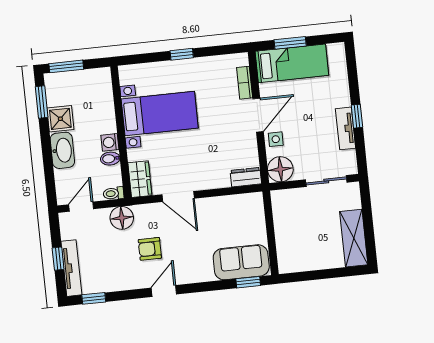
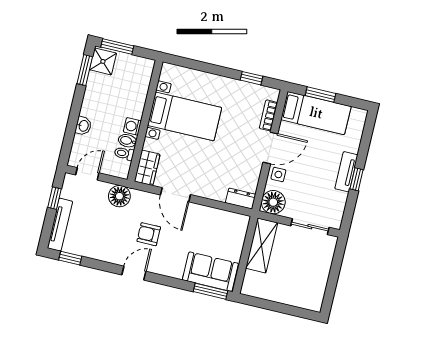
window: (182, 54) -> (252, 78), moved
shower: (60, 119) -> (103, 61), moved
tv unit: (345, 128) -> (346, 172), moved
washbasin: (62, 150) -> (83, 126), width x0.52, depth x0.69
toilet: (113, 193) -> (124, 153), moved
shelving: (354, 238) -> (262, 245), moved
armchair: (150, 249) -> (149, 234), moved
window: (58, 259) -> (55, 198), moved
window: (248, 282) -> (210, 291), width x1.50

